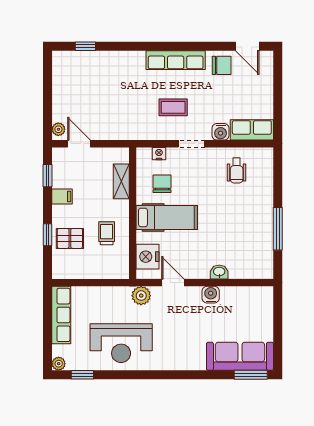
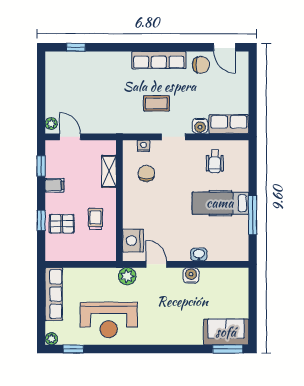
hospital bed: (167, 217) -> (220, 203), moved, turned 180
sofa: (240, 356) -> (226, 332), width x0.73

